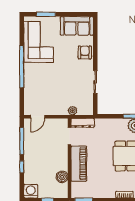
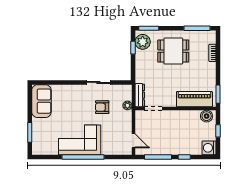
corner sofa: (39, 42) -> (80, 140), moved
armchair: (85, 52) -> (102, 107), moved
piano: (79, 164) -> (194, 99), moved
boiler: (62, 177) -> (207, 116), moved

